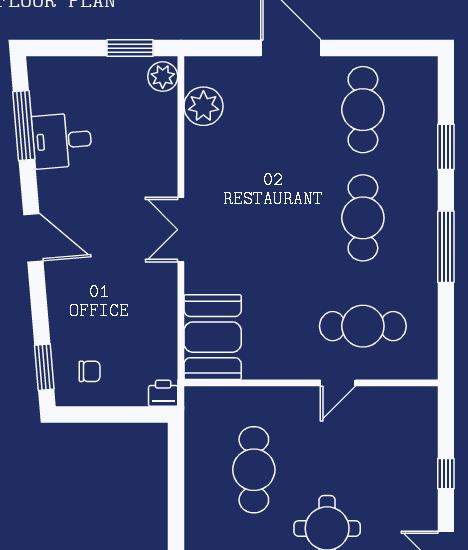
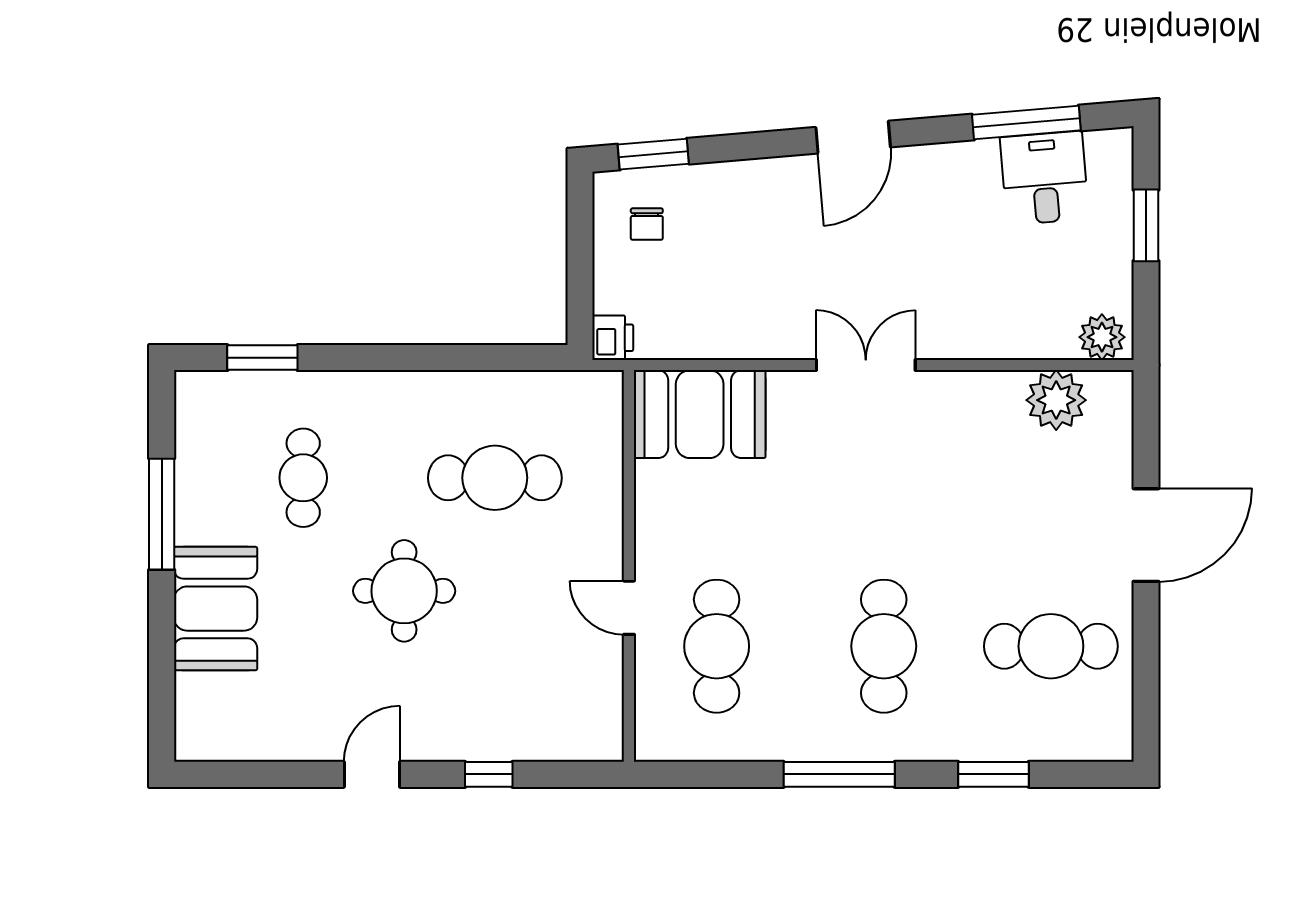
window: (130, 48) -> (1146, 225), moved
desk: (62, 141) -> (1044, 178), moved
cafe table: (363, 218) -> (884, 646), turned 90

